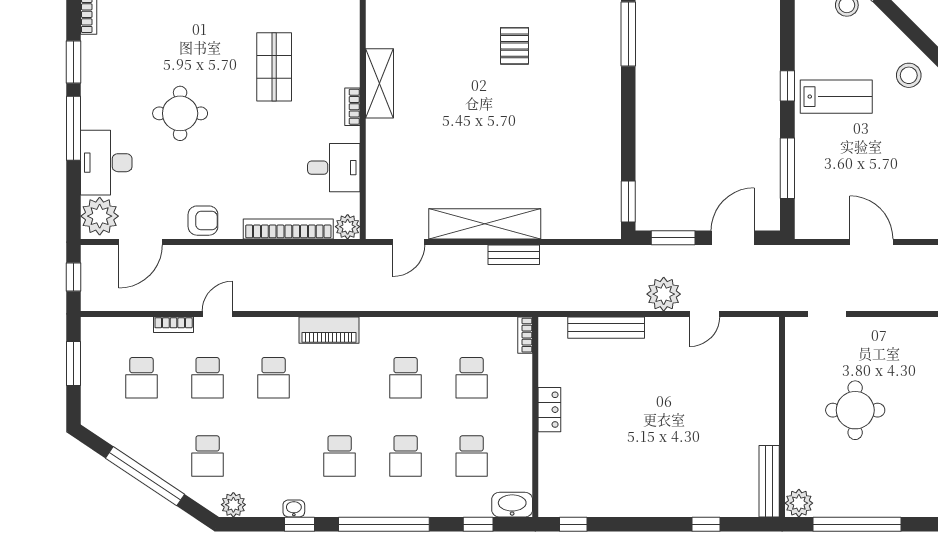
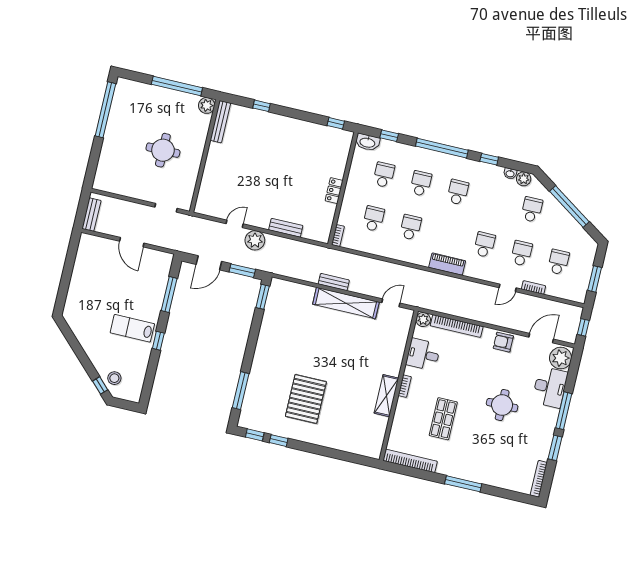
pallet: (515, 46) -> (306, 399), width x2.05, depth x2.00
stool: (909, 75) -> (89, 331), removed
bench: (606, 328) -> (286, 228), width x0.73
washbasin: (294, 508) -> (510, 174), moved

